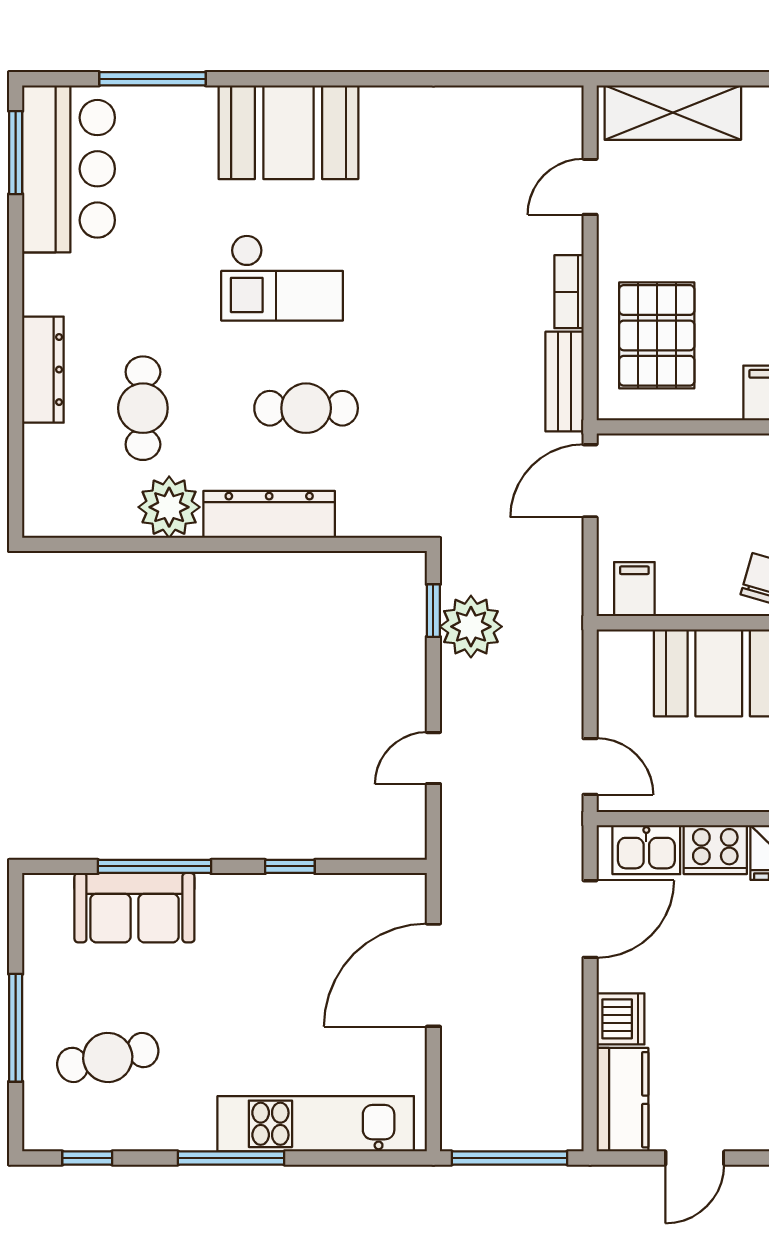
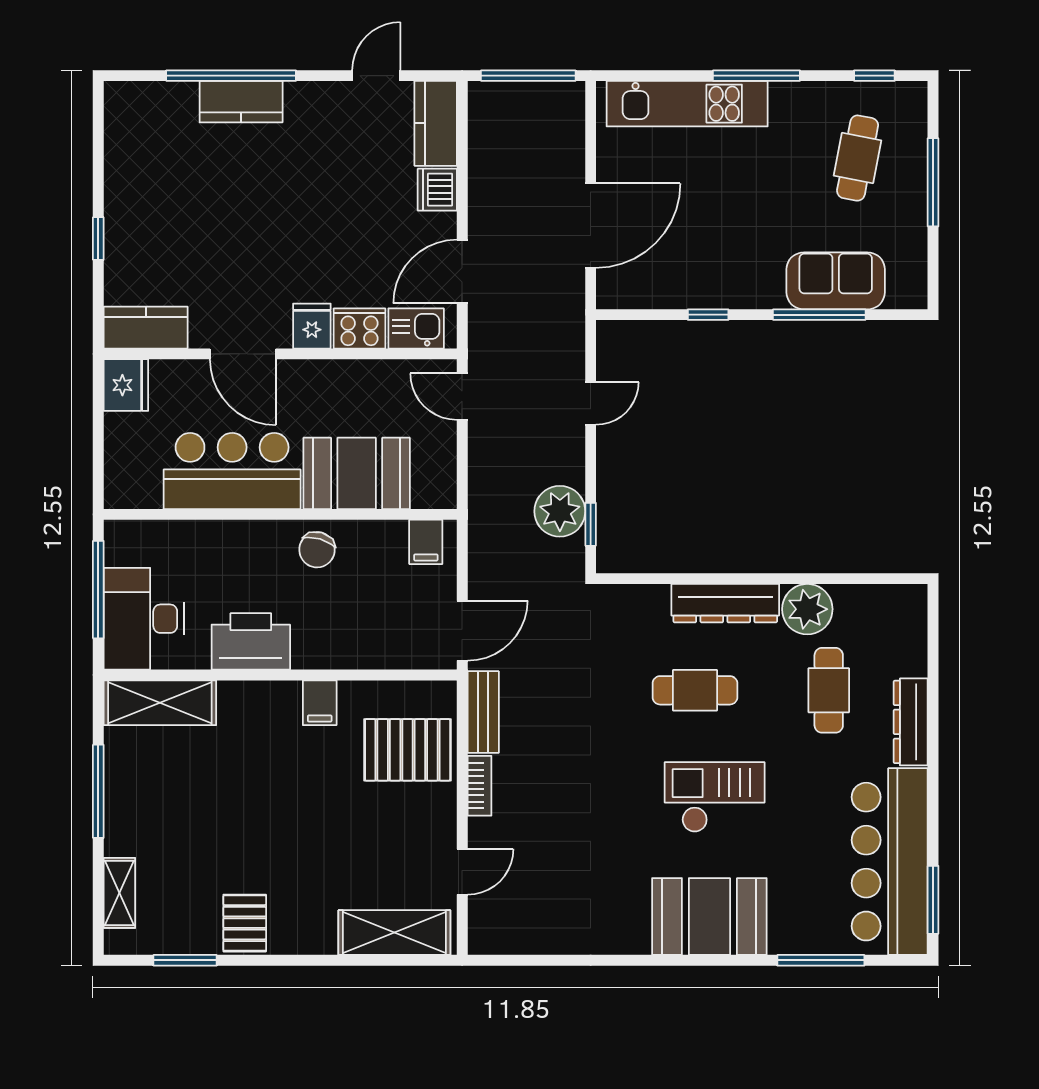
bar counter: (69, 169) -> (890, 862), width x1.36
pallet: (657, 335) -> (408, 750), turned 90
cafe table: (108, 1057) -> (858, 158), turned -67

